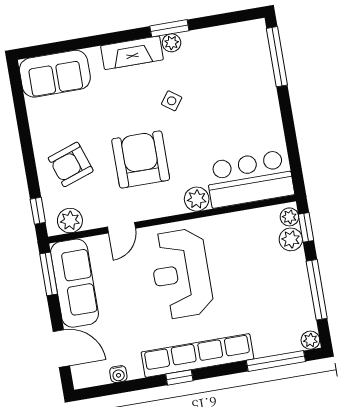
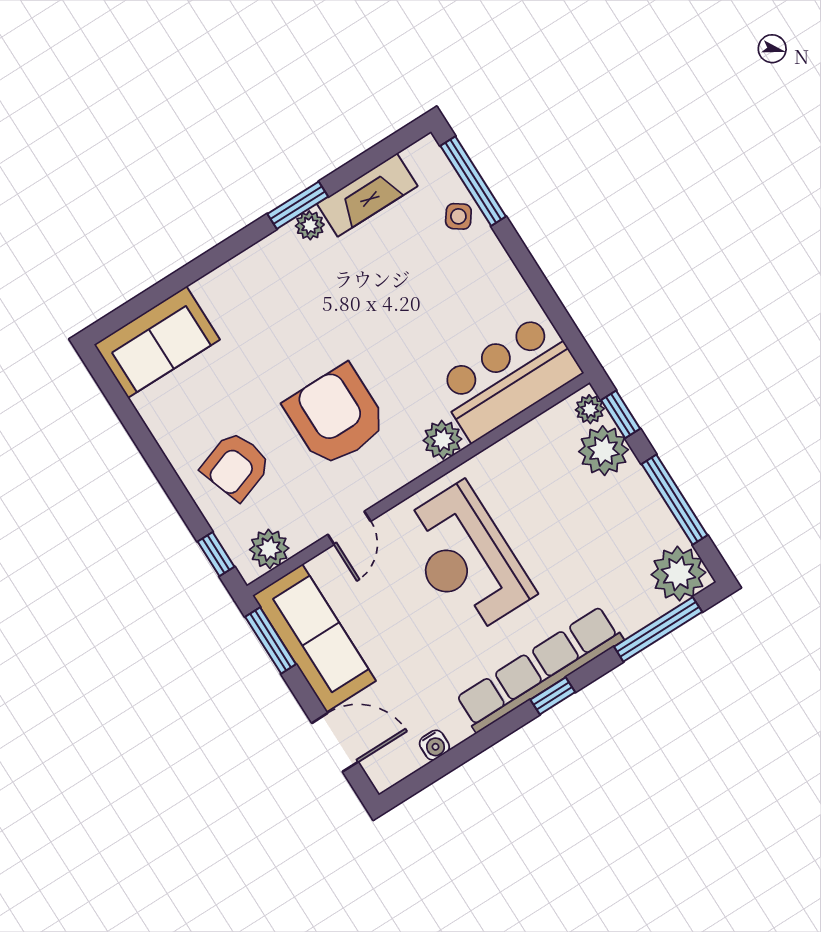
fireplace: (132, 53) -> (367, 195), moved
side table: (172, 101) -> (458, 216), moved
plant: (291, 239) -> (604, 451), width x1.36, depth x1.36
plant: (310, 340) -> (678, 574), width x1.87, depth x1.87
window: (179, 377) -> (553, 696), moved

